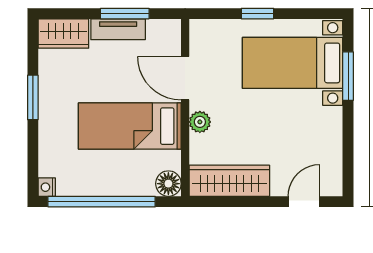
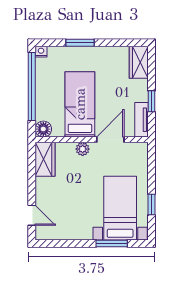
window: (125, 14) -> (152, 101), width x0.67
window: (258, 14) -> (152, 205), moved
tv unit: (118, 29) -> (142, 120), moved
window: (33, 97) -> (80, 43), moved
wardrobe: (229, 181) -> (45, 159), width x0.67

